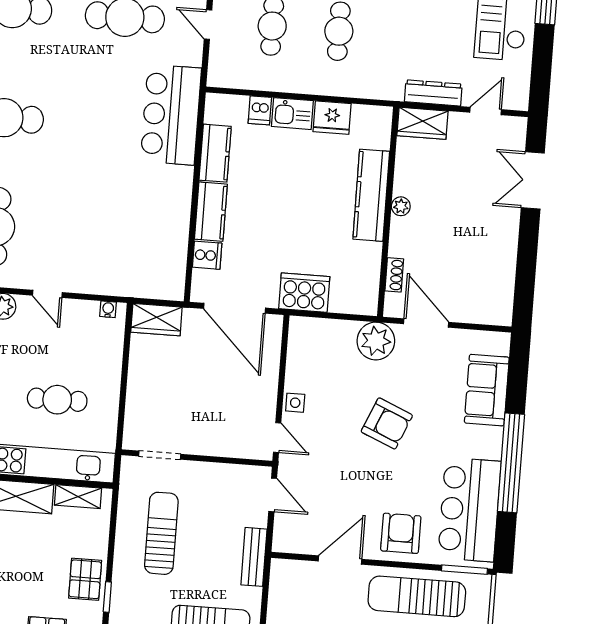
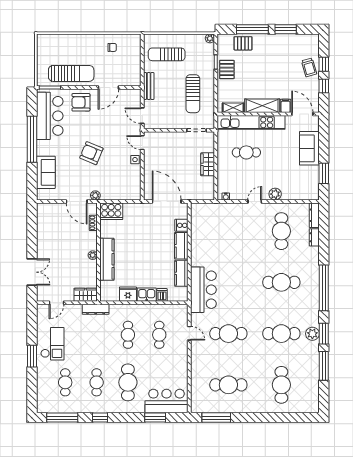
dresser: (433, 93) -> (96, 309), moved
cooker: (304, 293) -> (111, 211), moved
door: (47, 294) -> (255, 202), hinge flipped
wardrobe: (156, 320) -> (208, 164), moved, turned -90
plant: (376, 341) -> (95, 195), width x0.53, depth x0.53
armchair: (401, 533) -> (81, 102), turned 90

